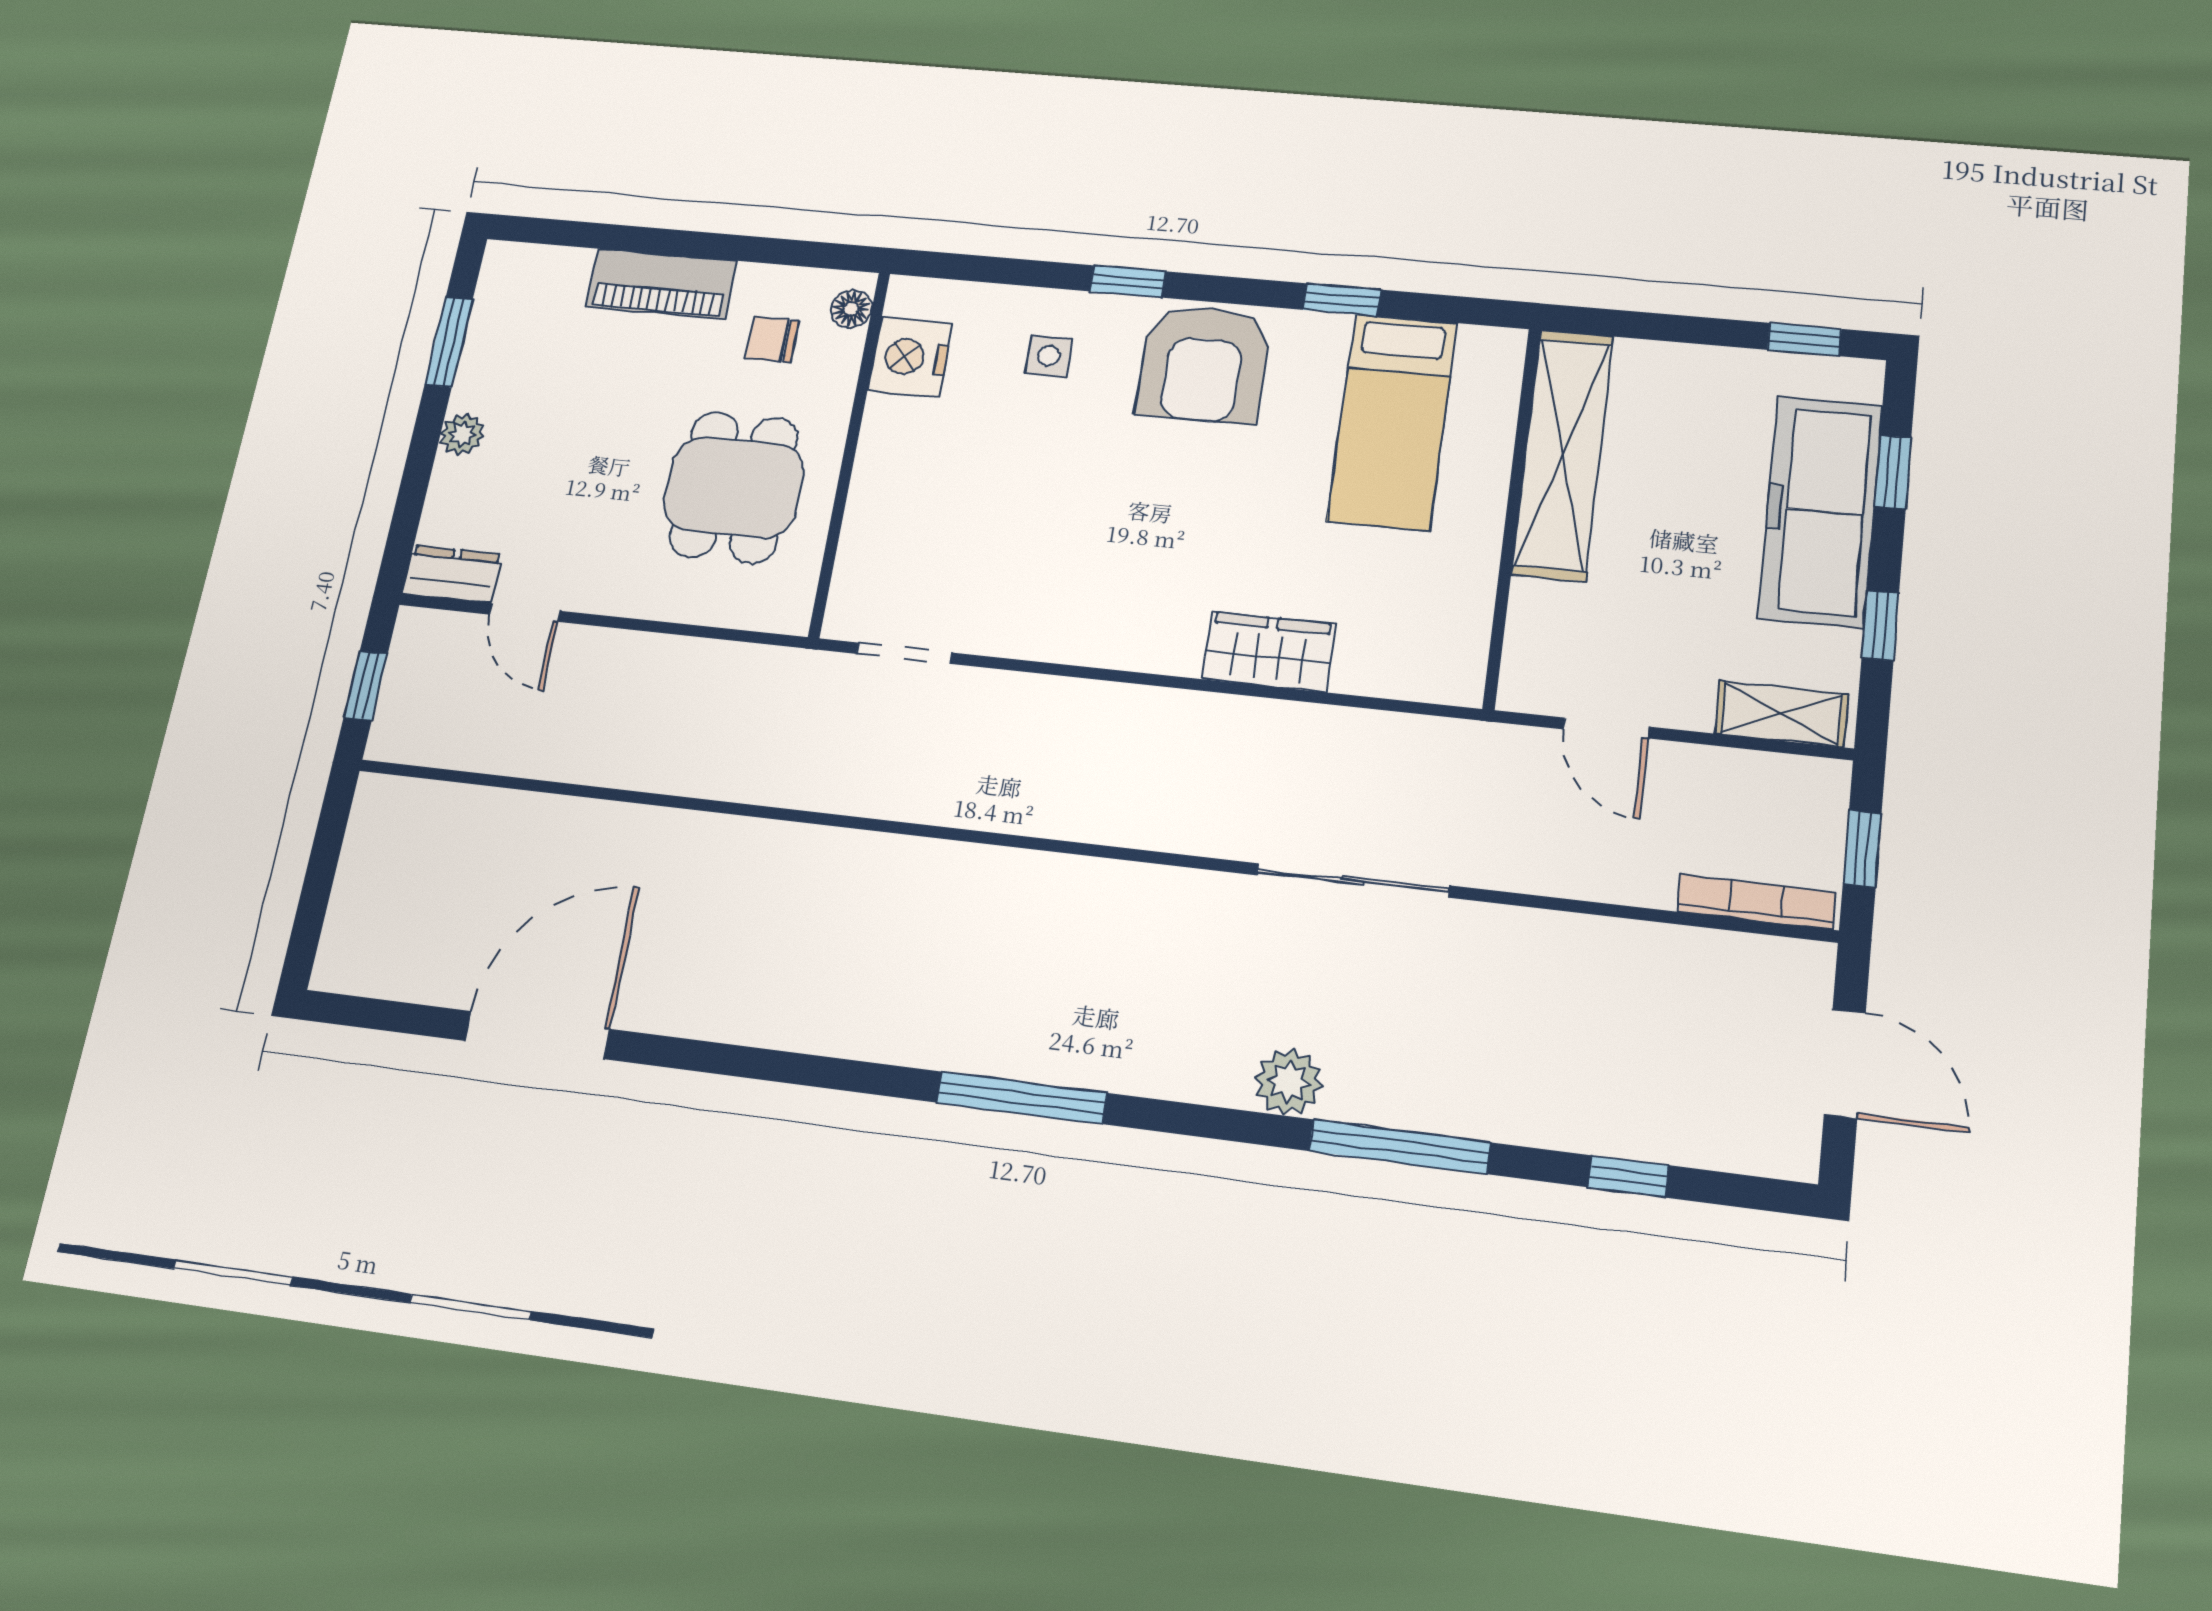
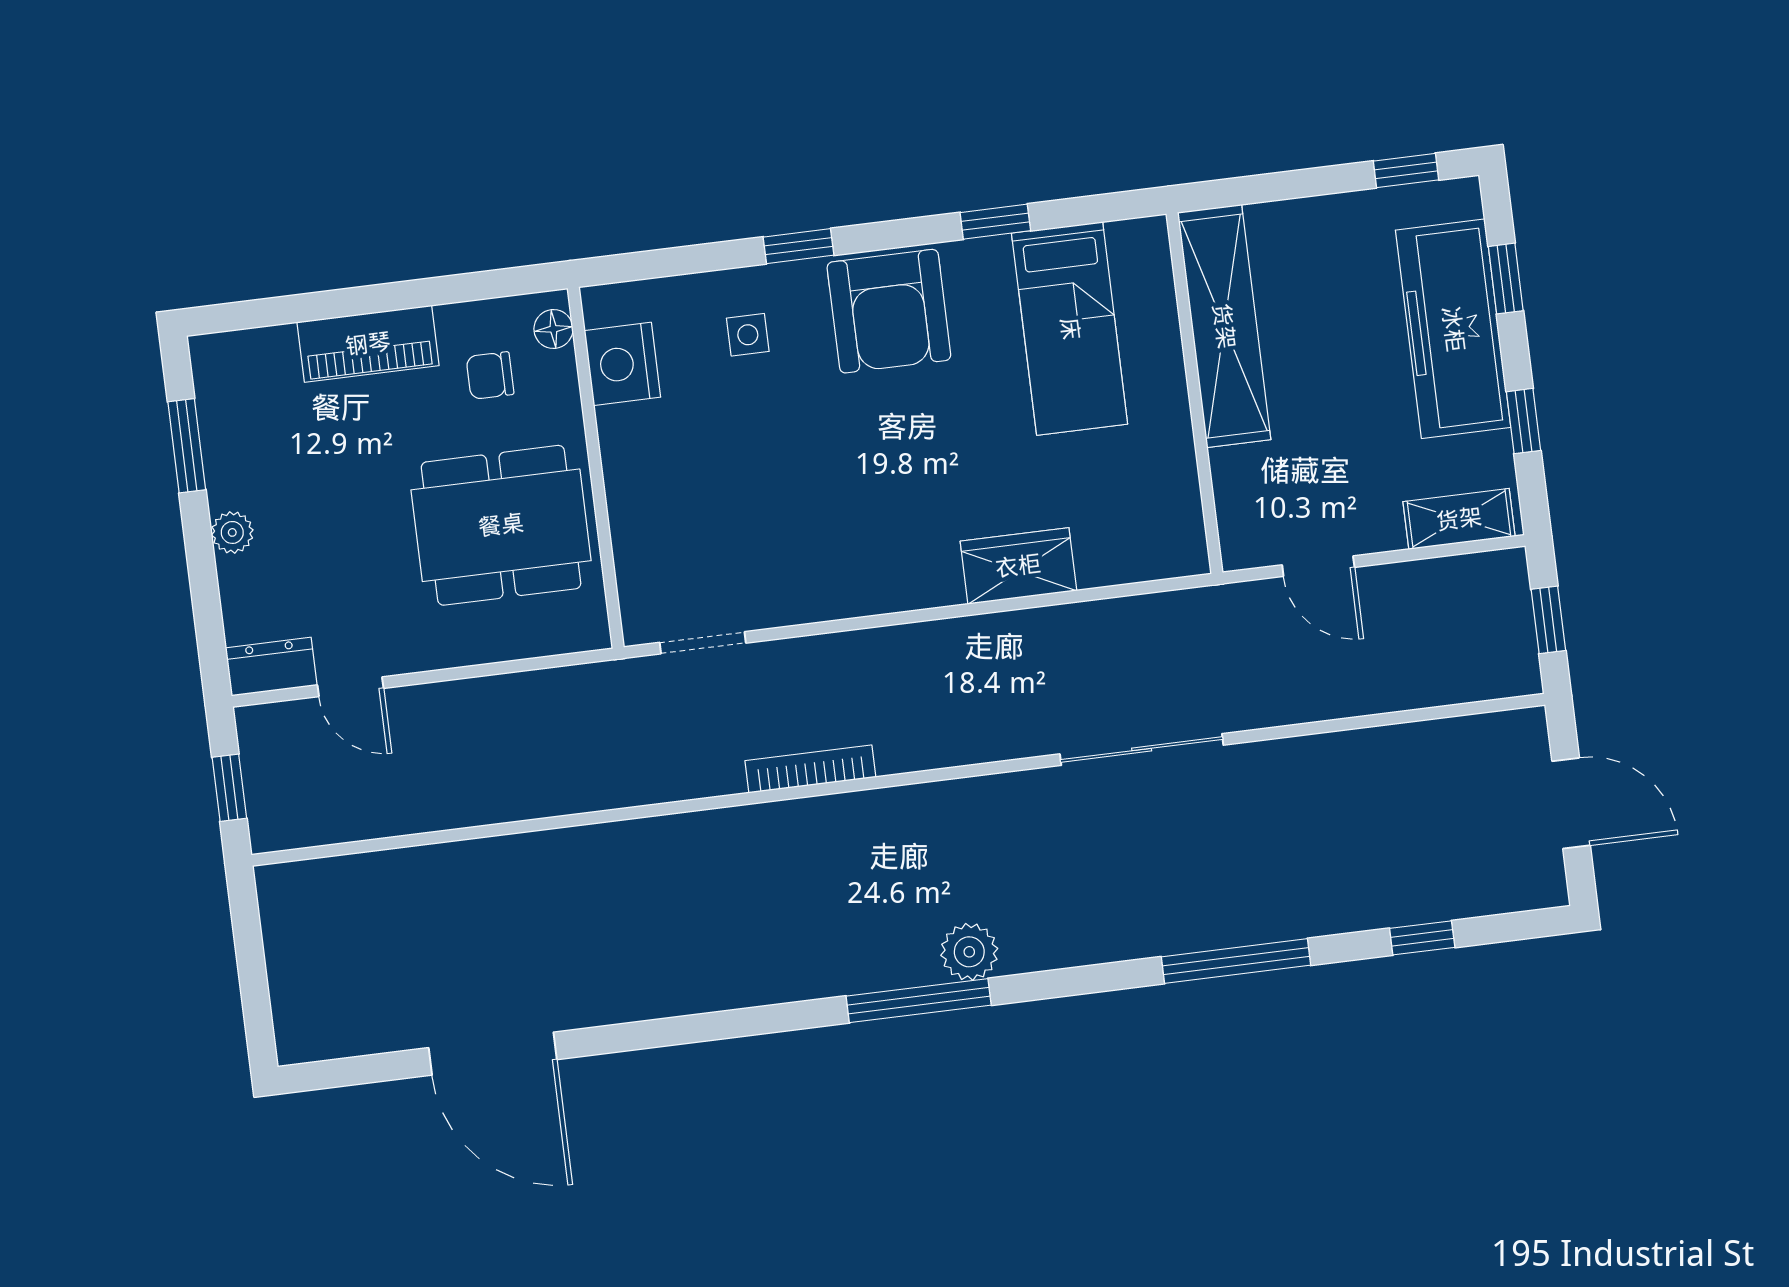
dining table: (734, 487) -> (501, 525), width x1.38
bookcase: (1756, 902) -> (810, 769), moved
door: (537, 1035) -> (493, 1054), swing flipped
plant: (1289, 1082) -> (969, 952), moved

